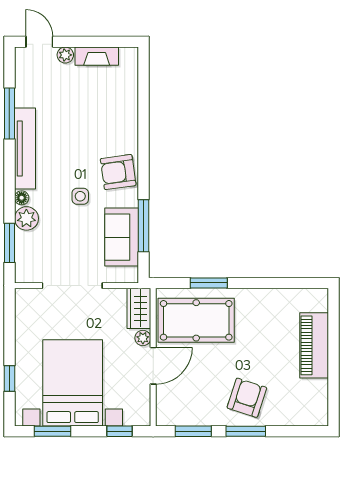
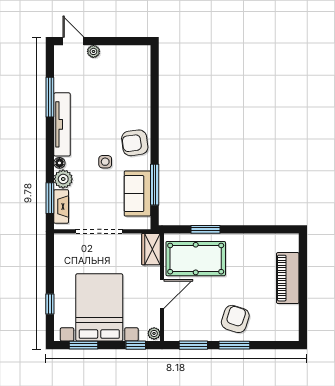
fireplace: (97, 56) -> (61, 206), moved, turned -90
plant: (143, 338) -> (154, 333), moved

